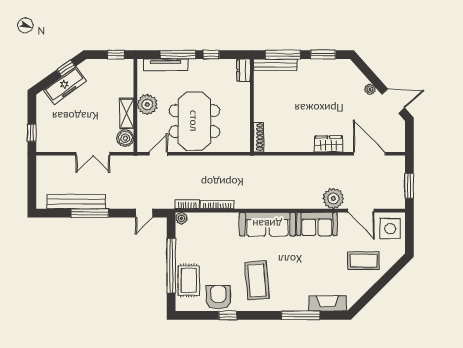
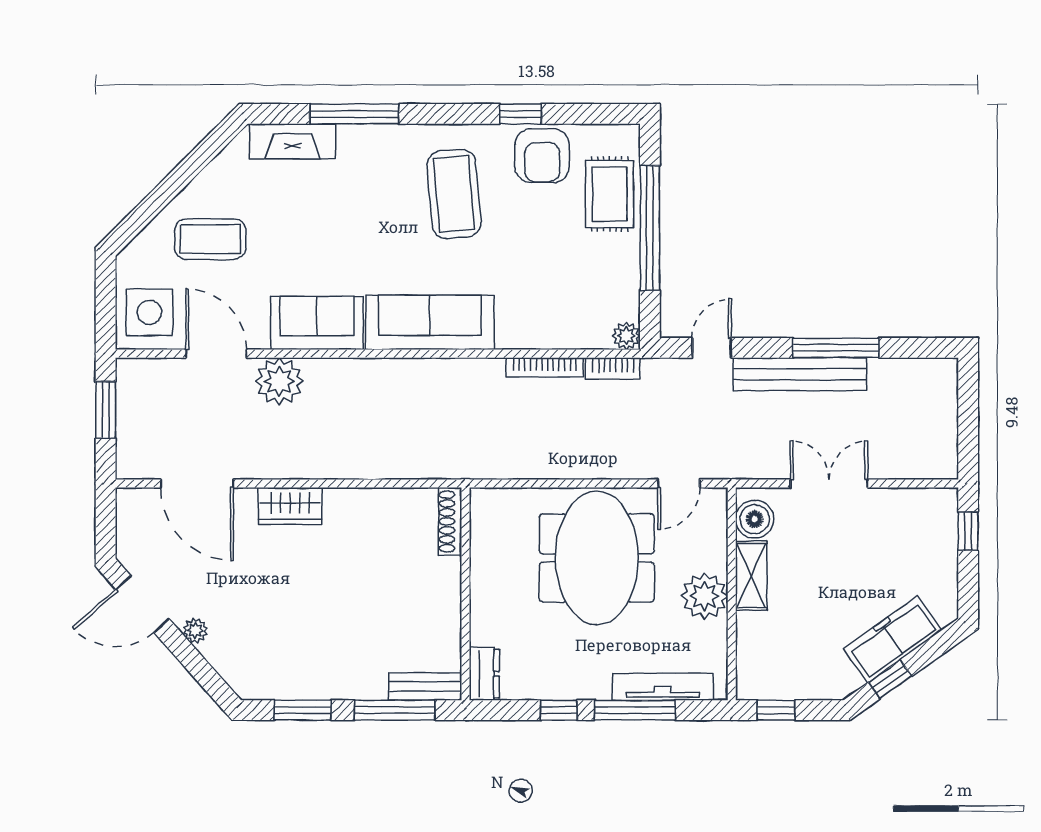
bench: (275, 65) -> (425, 687), width x0.73
bench: (76, 202) -> (800, 374), moved

